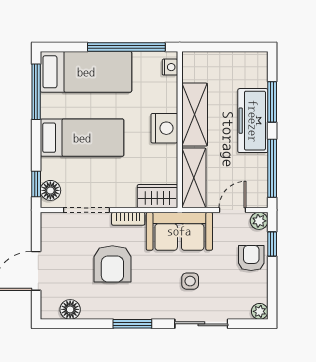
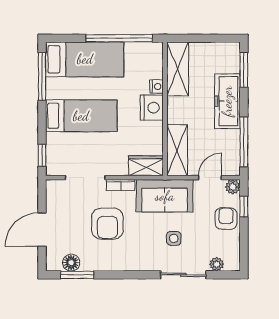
nightstand: (170, 67) -> (157, 87), moved
window: (272, 102) -> (244, 70), moved
shelving: (195, 115) -> (178, 69), moved
floor lamp: (50, 190) -> (54, 161), removed
plant: (260, 311) -> (217, 264), moved
window: (132, 324) -> (77, 275), moved

